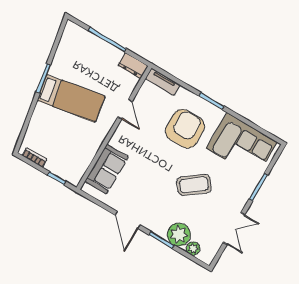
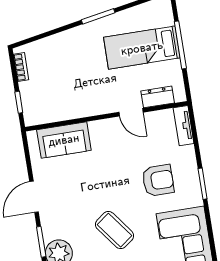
dresser: (133, 66) -> (158, 97), moved, turned 90
bed: (71, 98) -> (142, 48), moved, turned 100
door: (125, 109) -> (131, 112), hinge flipped
armchair: (185, 129) -> (158, 180), width x0.73, depth x0.73

